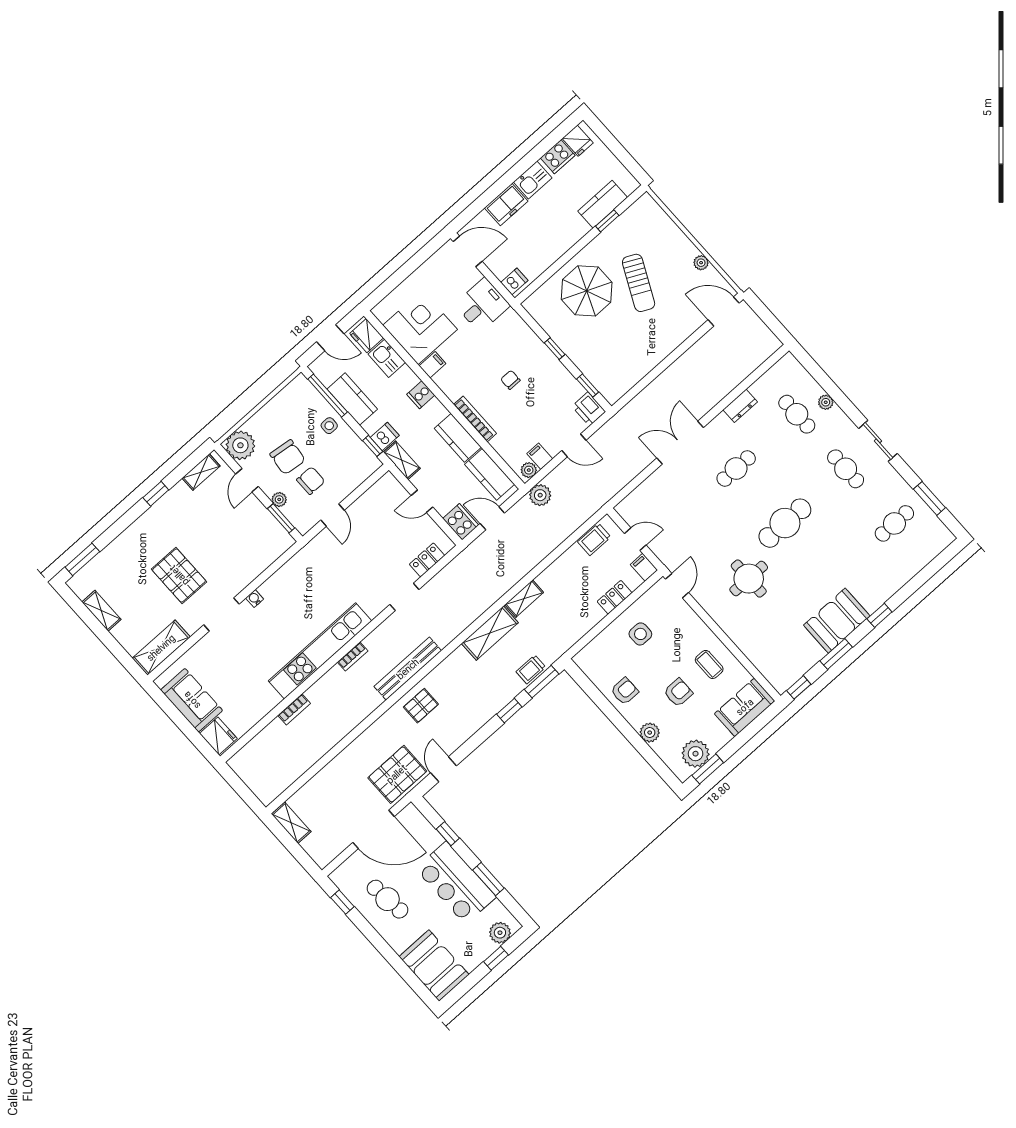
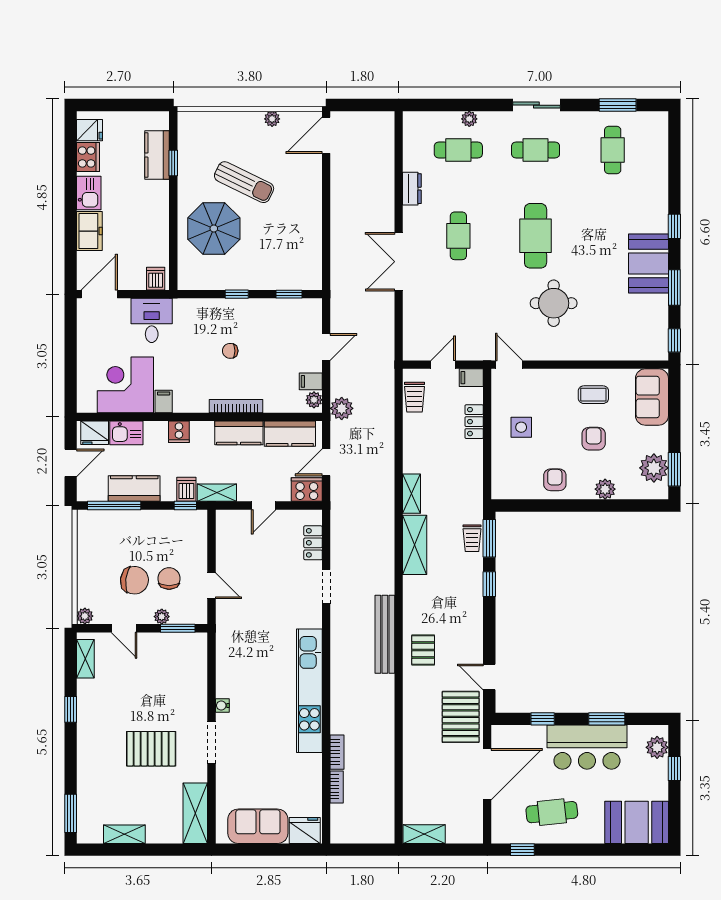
printer: (589, 409) -> (308, 310), removed
side table: (329, 426) -> (139, 525), removed
plant: (240, 445) -> (85, 616), width x0.53, depth x0.53
bookcase: (353, 656) -> (337, 787), moved

